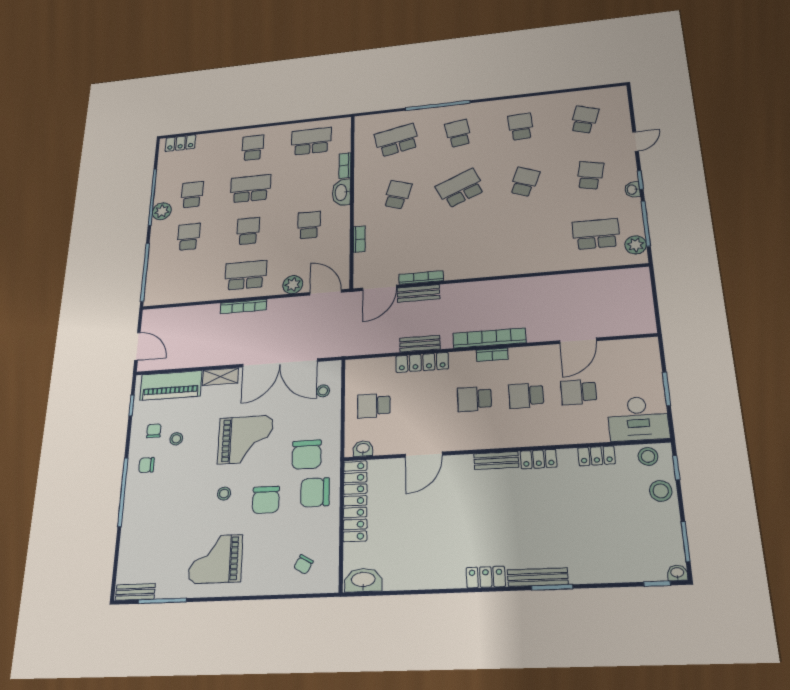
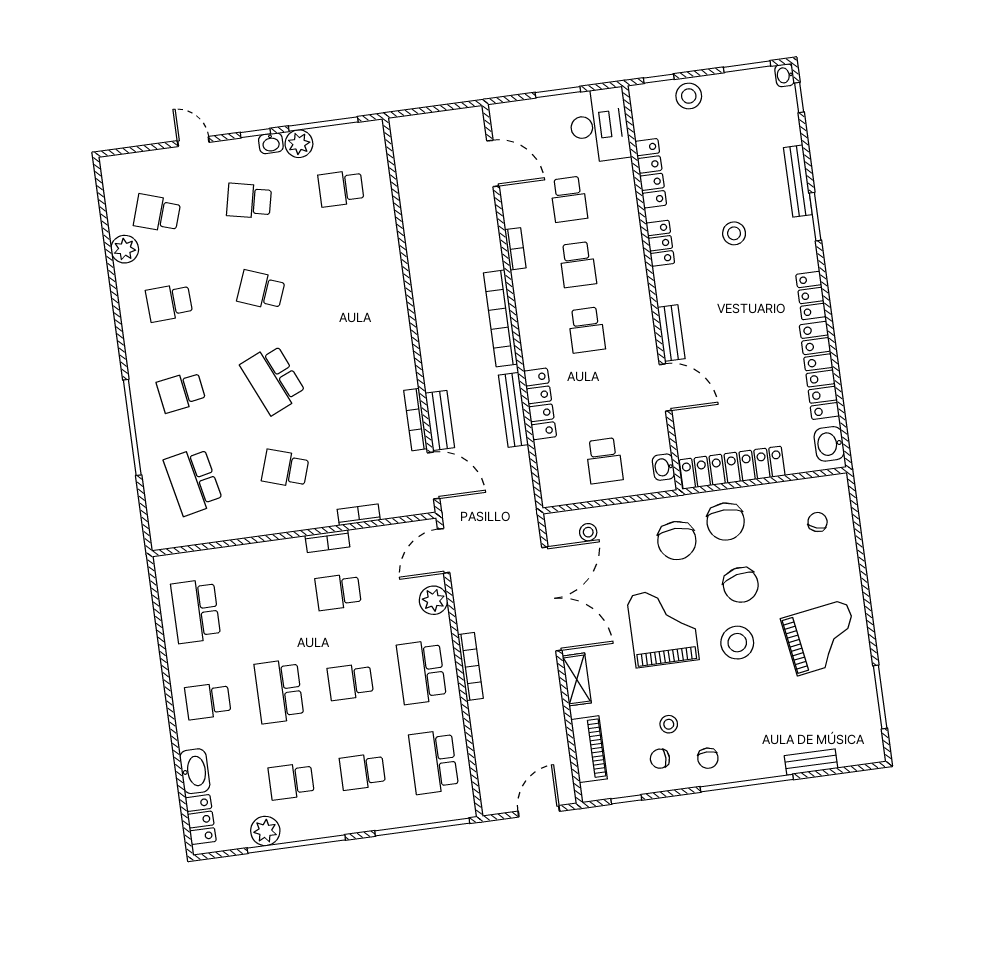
plant: (560, 101) -> (125, 249), added
bookcase: (345, 166) -> (327, 541), moved
washbasin: (341, 192) -> (195, 771), moved, turned -90
plant: (162, 211) -> (265, 831), moved
school desk: (596, 234) -> (341, 188), width x0.54
plant: (636, 245) -> (299, 144), moved
school desk: (185, 281) -> (434, 762), added
door: (578, 341) -> (493, 163), moved
bench: (420, 344) -> (513, 410), width x1.36
bookcase: (492, 355) -> (515, 249), moved
piano: (171, 385) -> (589, 749), width x0.73, depth x0.75
chair: (307, 454) -> (677, 541), turned 90
locker: (596, 456) -> (651, 173), width x1.53
stool: (648, 456) -> (734, 233), moved
bench: (496, 460) -> (671, 333), moved
stool: (224, 494) -> (737, 643), width x1.89, depth x1.89
chair: (266, 500) -> (741, 585), turned 76
grand piano: (215, 559) -> (822, 637), turned -99
chair: (303, 564) -> (818, 522), turned -101
bench: (538, 577) -> (798, 181), moved
locker: (423, 578) -> (819, 370), added
washbasin: (363, 580) -> (829, 444), width x0.72
bench: (135, 592) -> (811, 762), moved, turned 90

